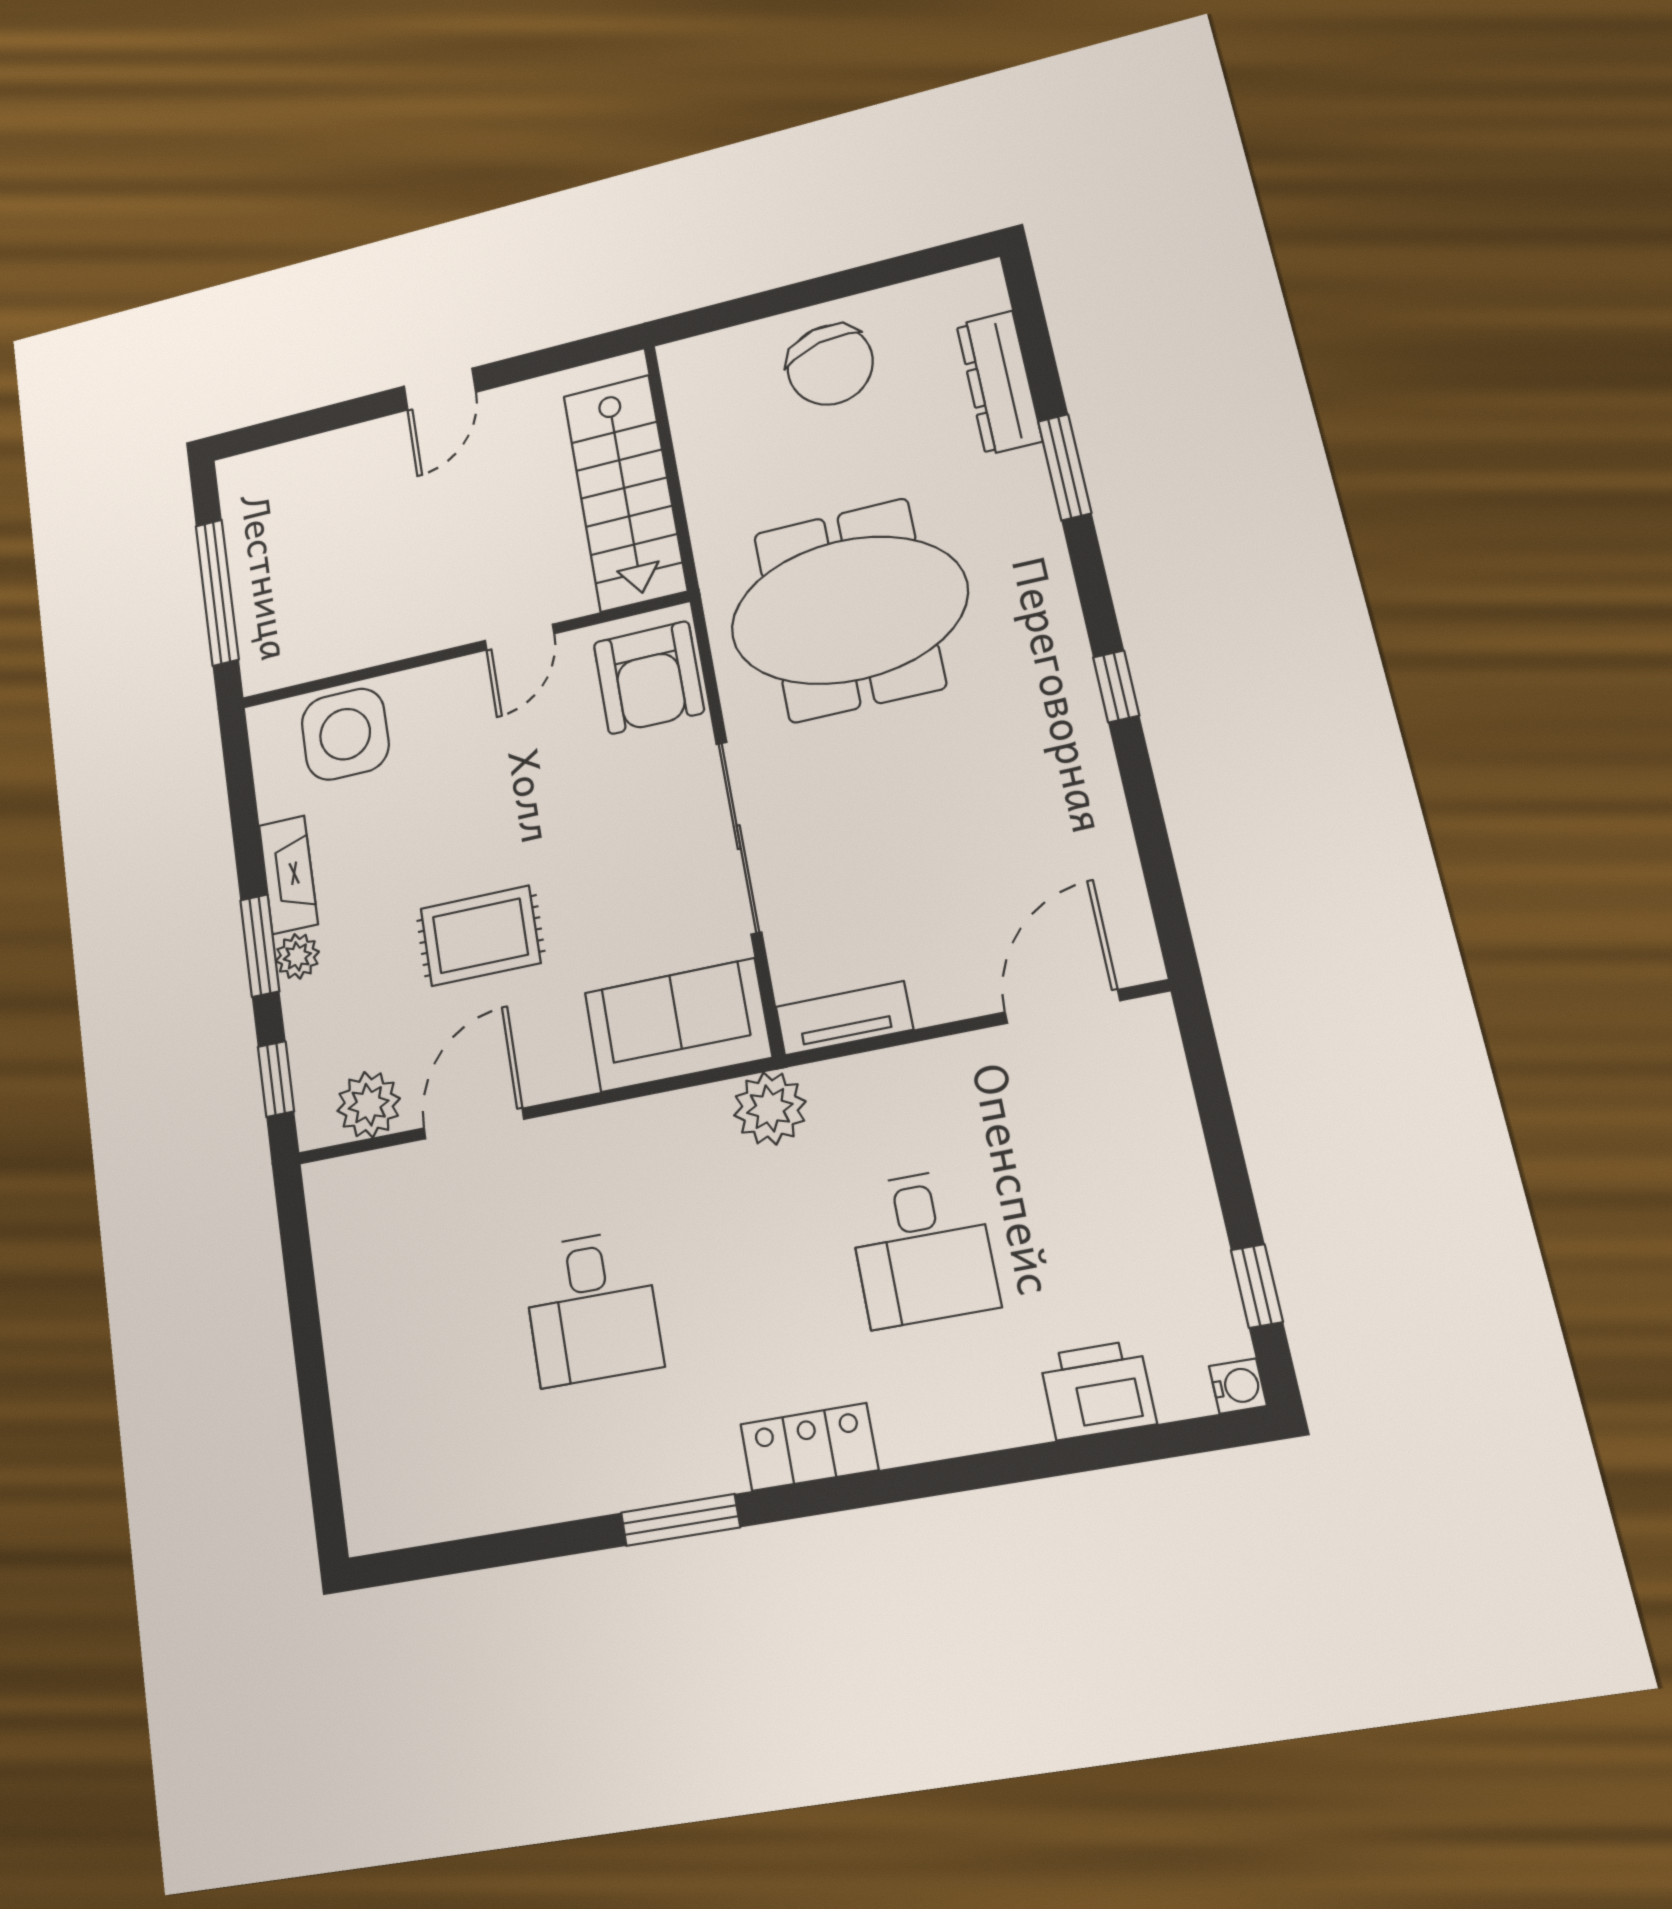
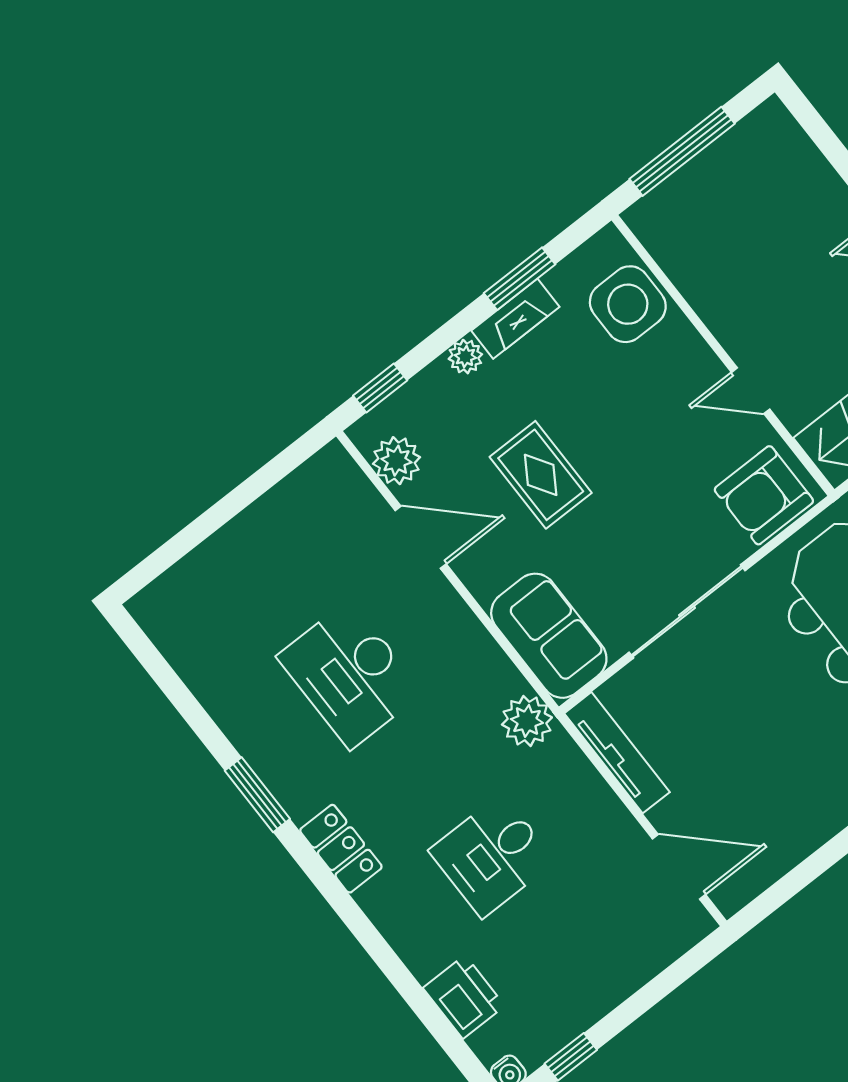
window: (260, 946) -> (520, 279), moved
tv unit: (844, 1018) -> (617, 753), width x1.41
desk: (592, 1308) -> (350, 675), width x1.37

